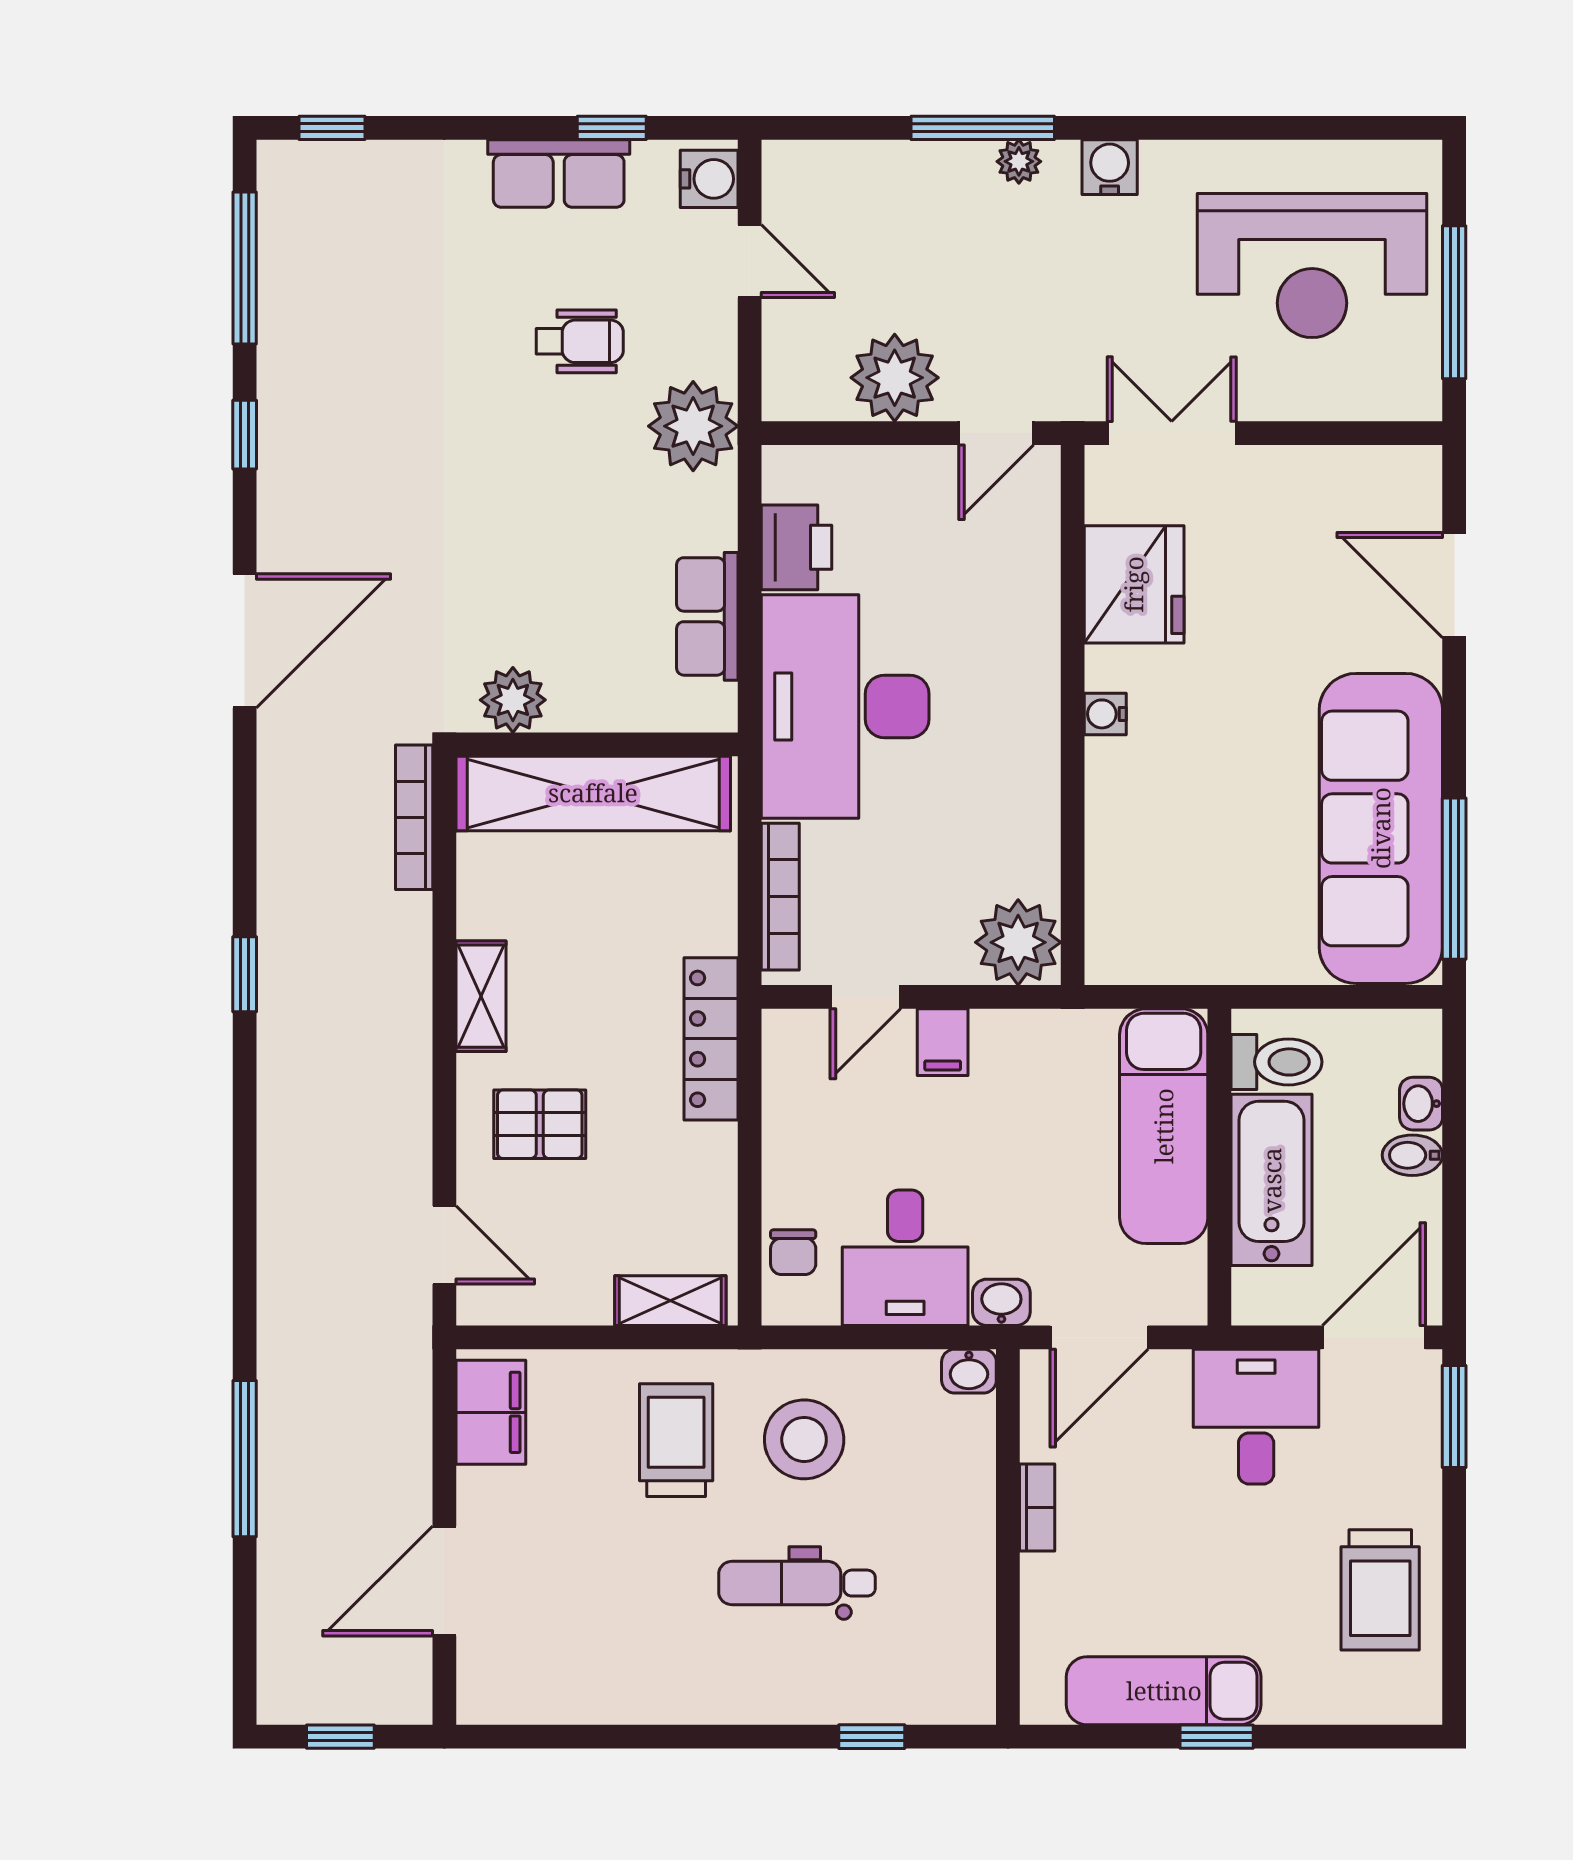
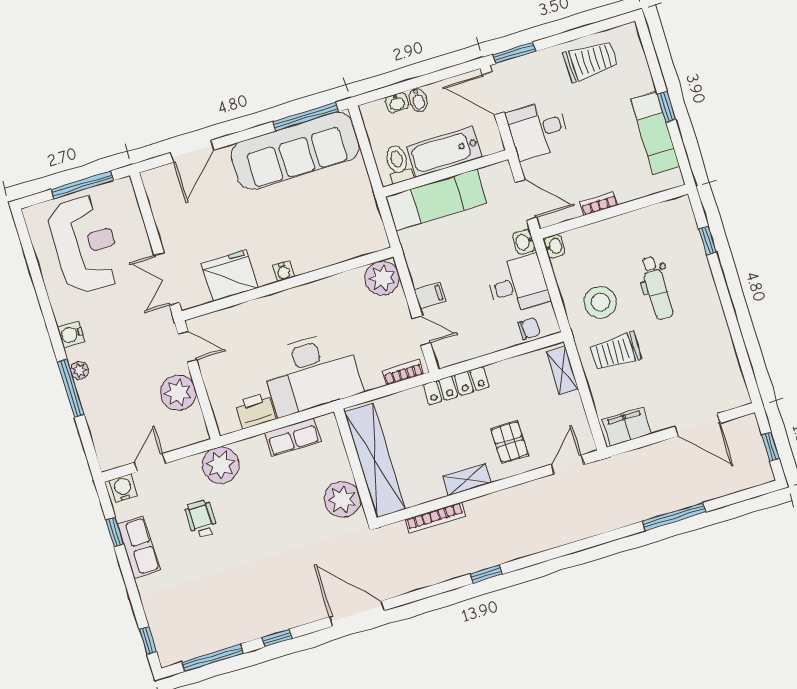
plant: (513, 700) -> (342, 499), width x1.36, depth x1.36
bookcase: (414, 817) -> (435, 518), moved
bookcase: (780, 897) -> (403, 372), width x0.64

